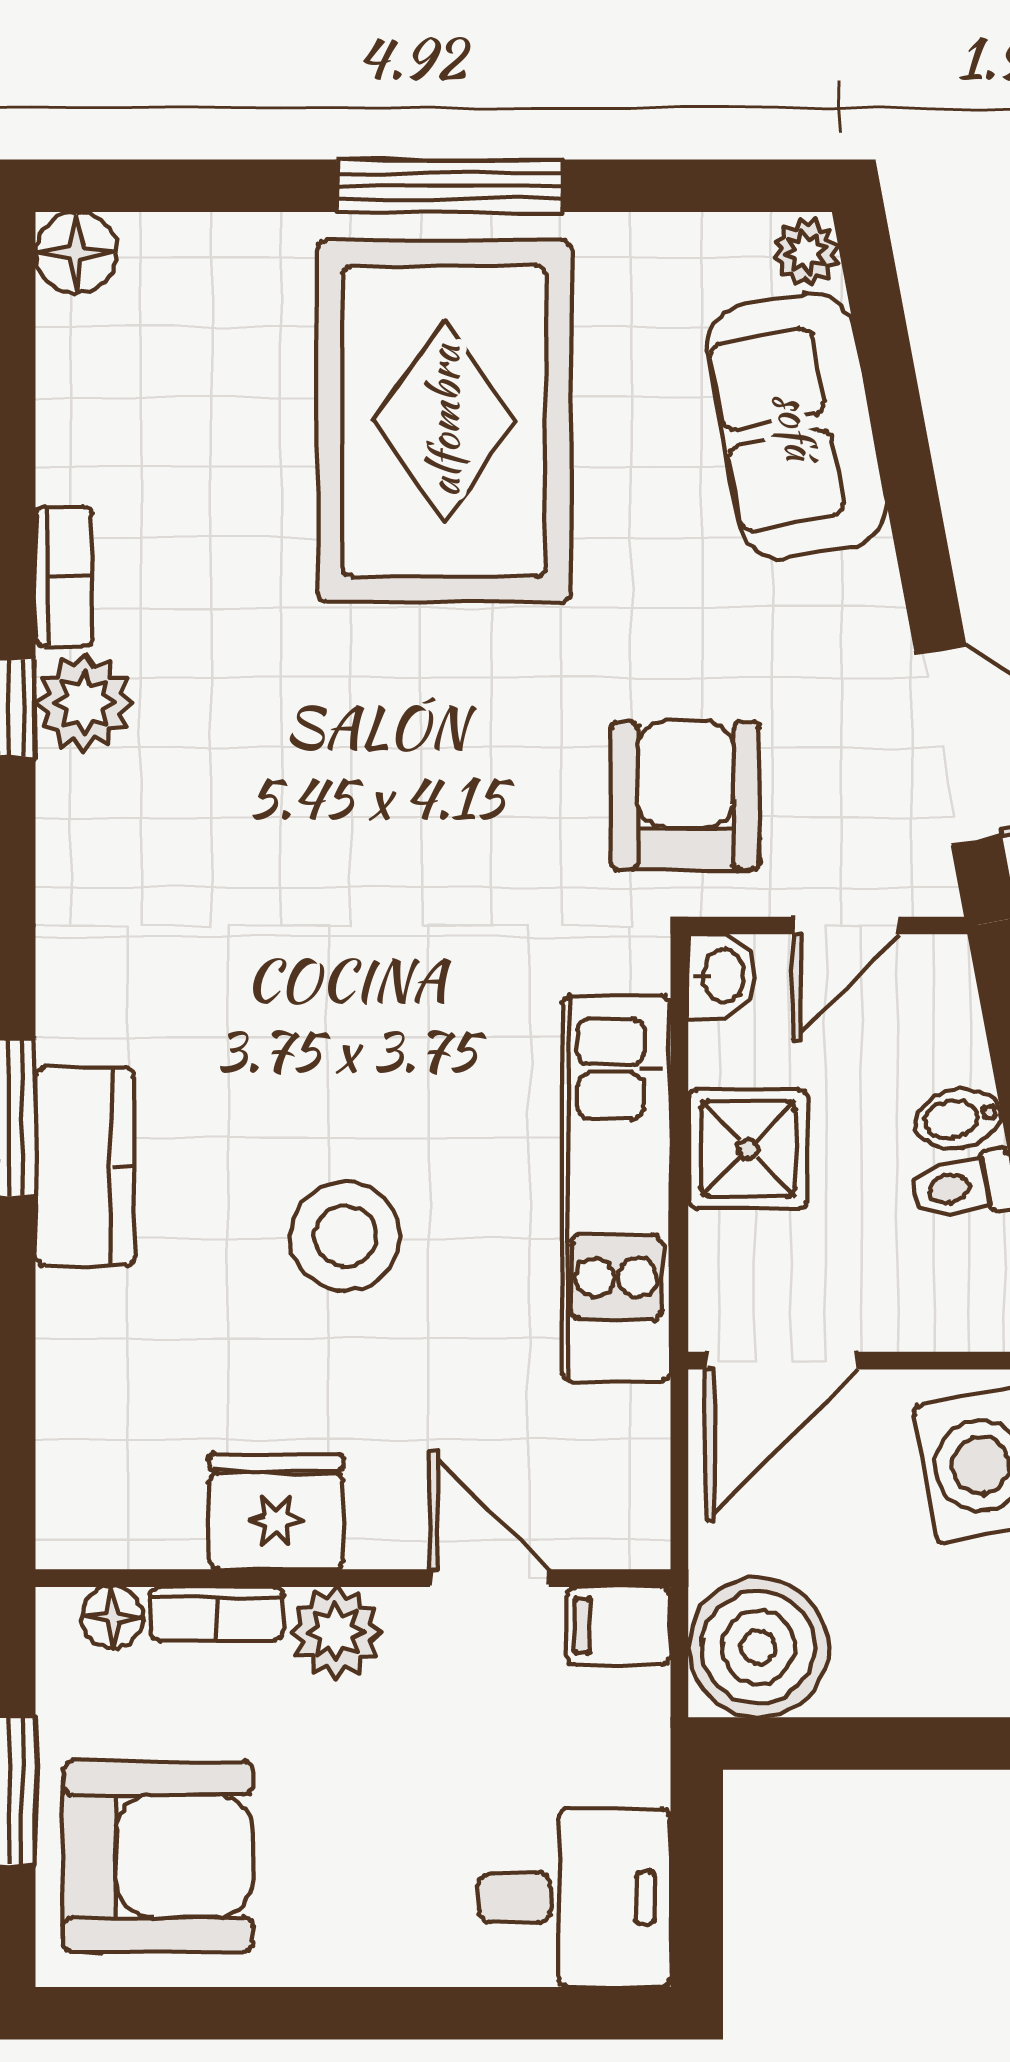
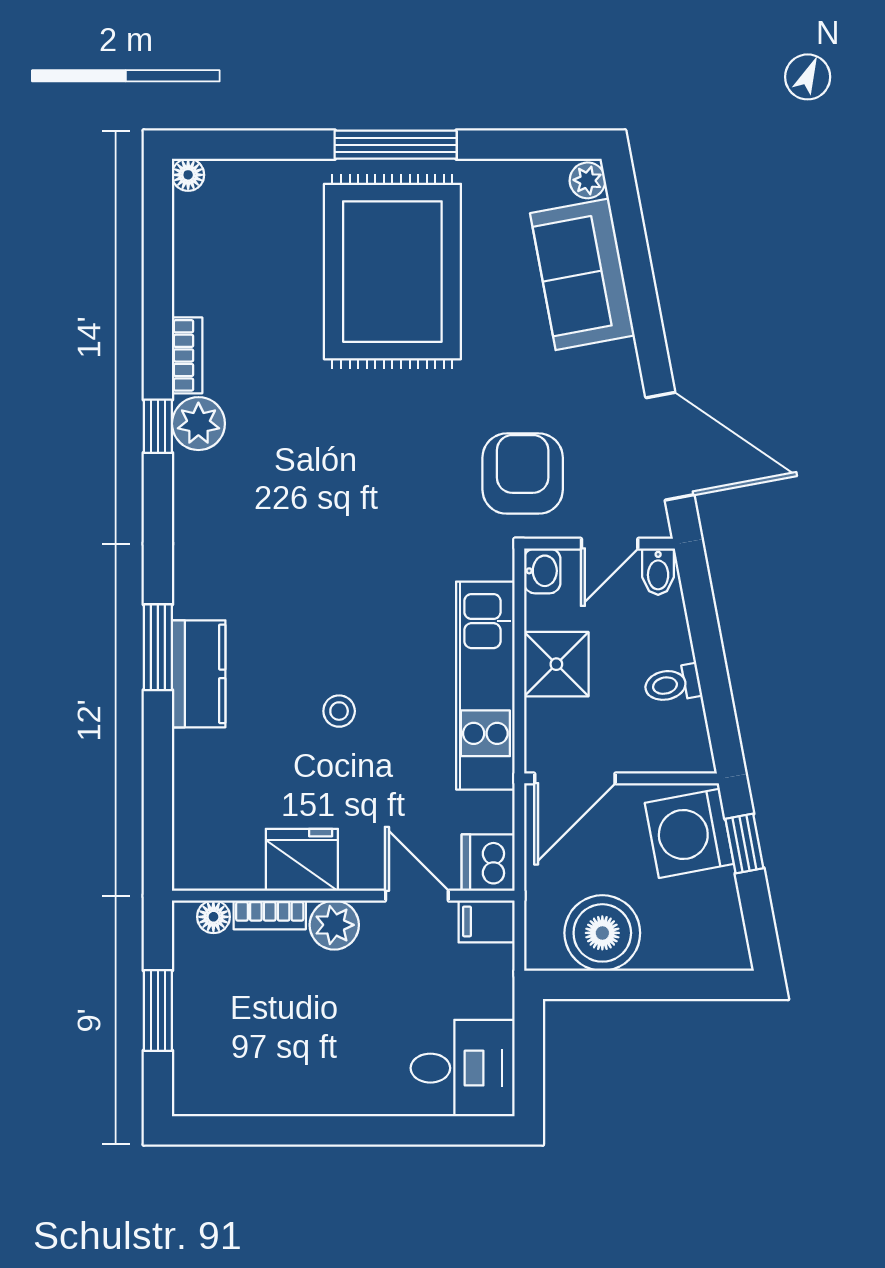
floor lamp: (76, 253) -> (188, 175), width x0.73, depth x0.73
bidet: (958, 1118) -> (658, 572), moved, turned -79
stool: (345, 1236) -> (339, 711), width x0.53, depth x0.53
dishwasher: (621, 1517) -> (488, 863), added
boiler: (758, 1647) -> (602, 933), moved
armchair: (158, 1856) -> (238, 1046), removed

